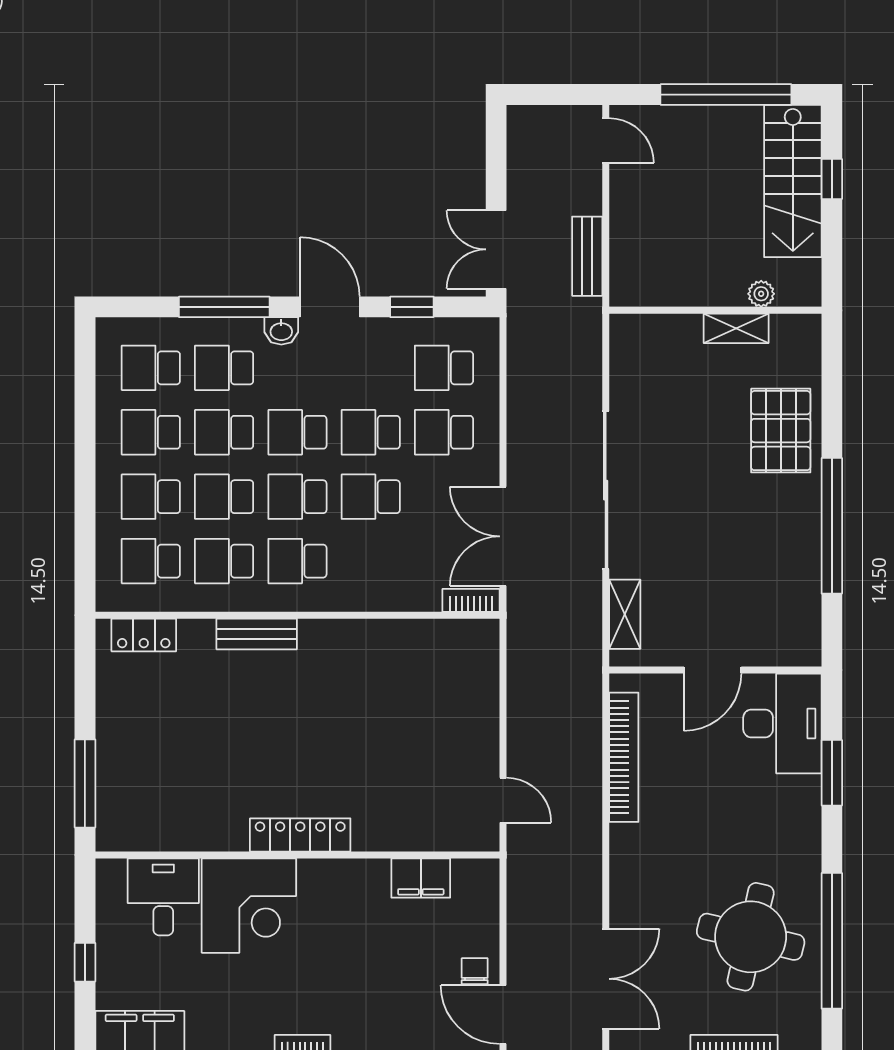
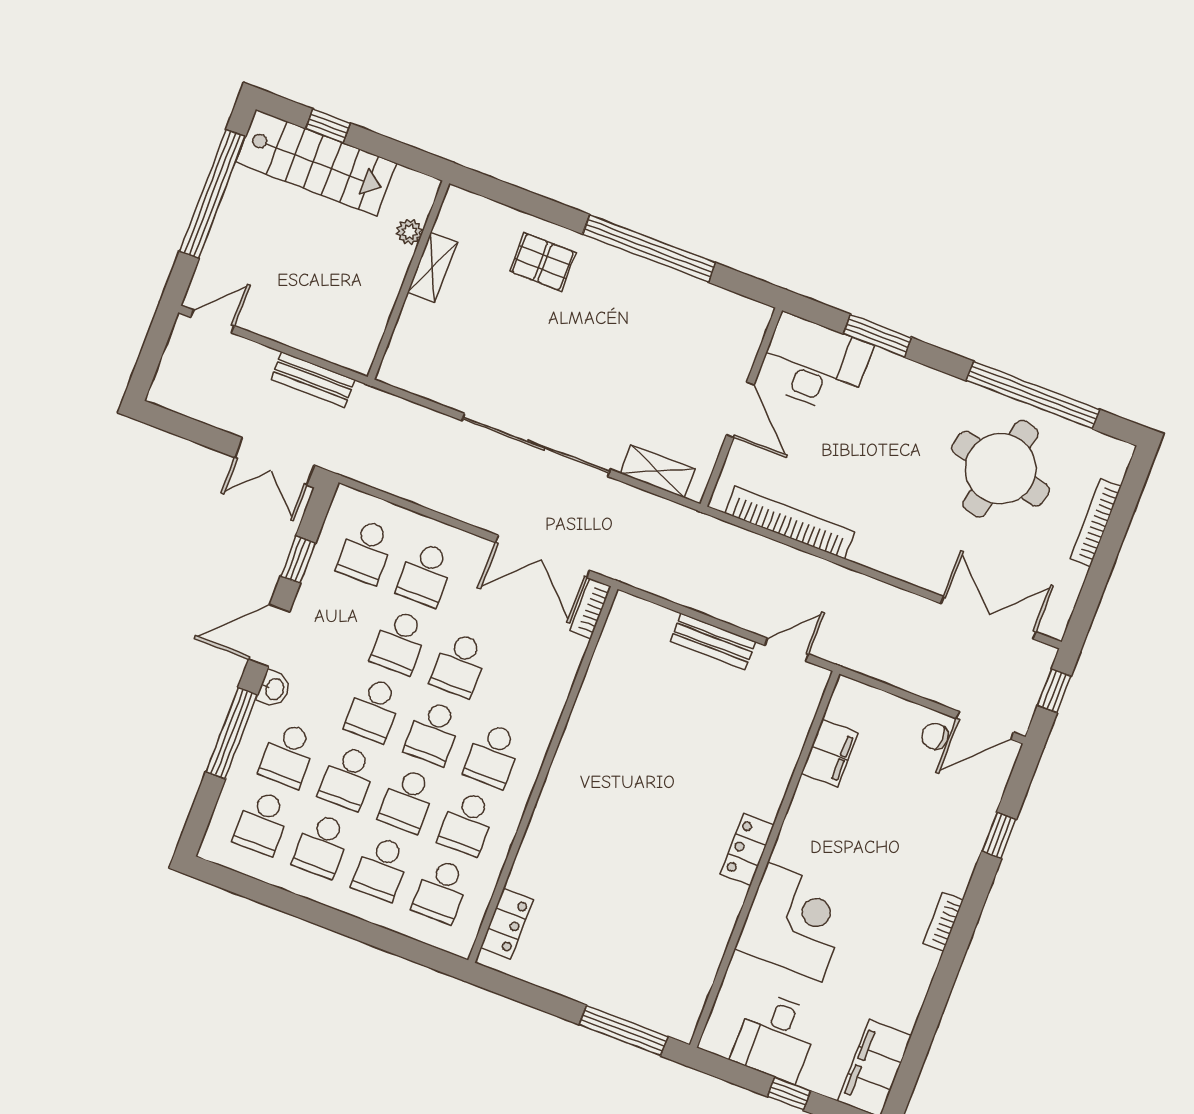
pallet: (781, 431) -> (543, 262), width x0.67, depth x0.71
bench: (257, 634) -> (713, 642), moved, turned 90
locker: (300, 835) -> (747, 850), width x0.66
desk: (163, 897) -> (776, 1037), moved, turned -90

